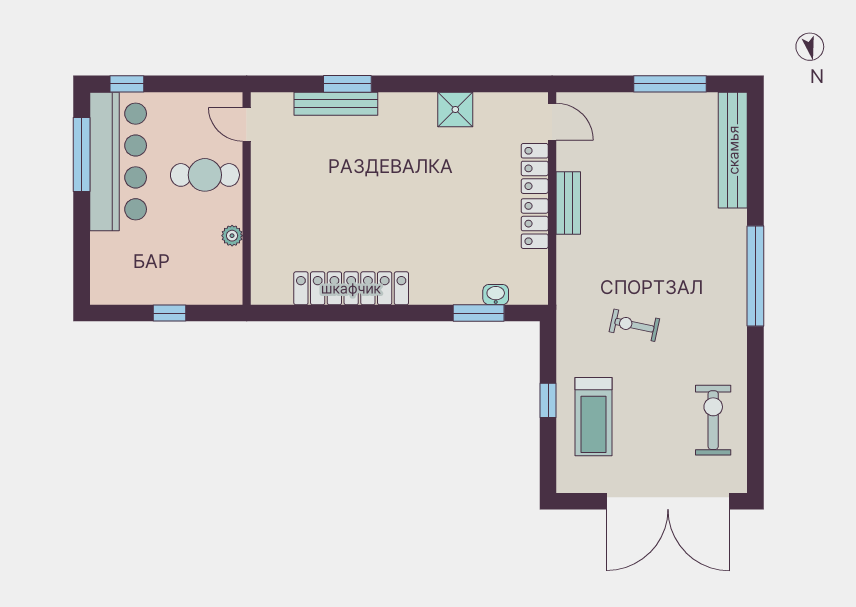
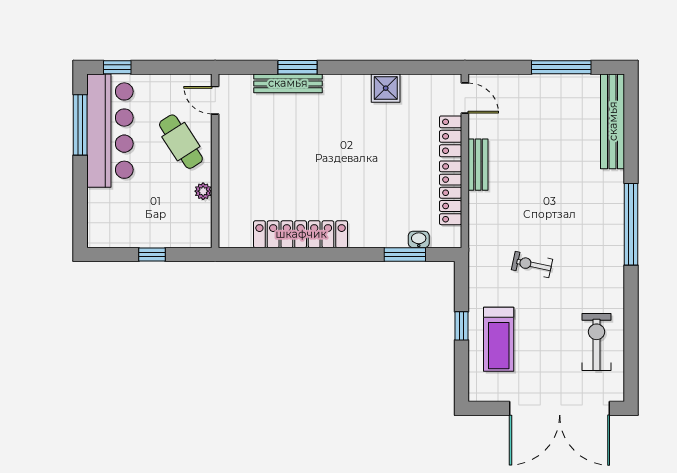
cafe table: (205, 175) -> (181, 142), turned 57
locker: (535, 224) -> (451, 193), width x1.53

